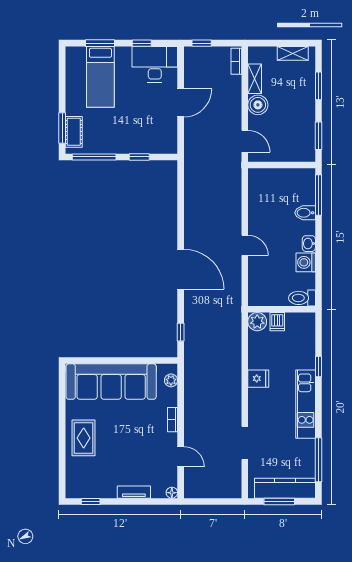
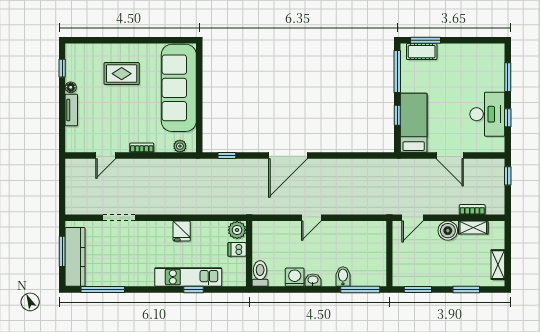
bookcase: (236, 61) -> (472, 210), moved
desk: (155, 64) -> (487, 114), moved
bed: (100, 77) -> (414, 123), moved, turned 90
kitchen unit: (306, 404) -> (188, 277), moved
rug: (84, 438) -> (122, 74), moved
floor lamp: (172, 493) -> (71, 87), moved

